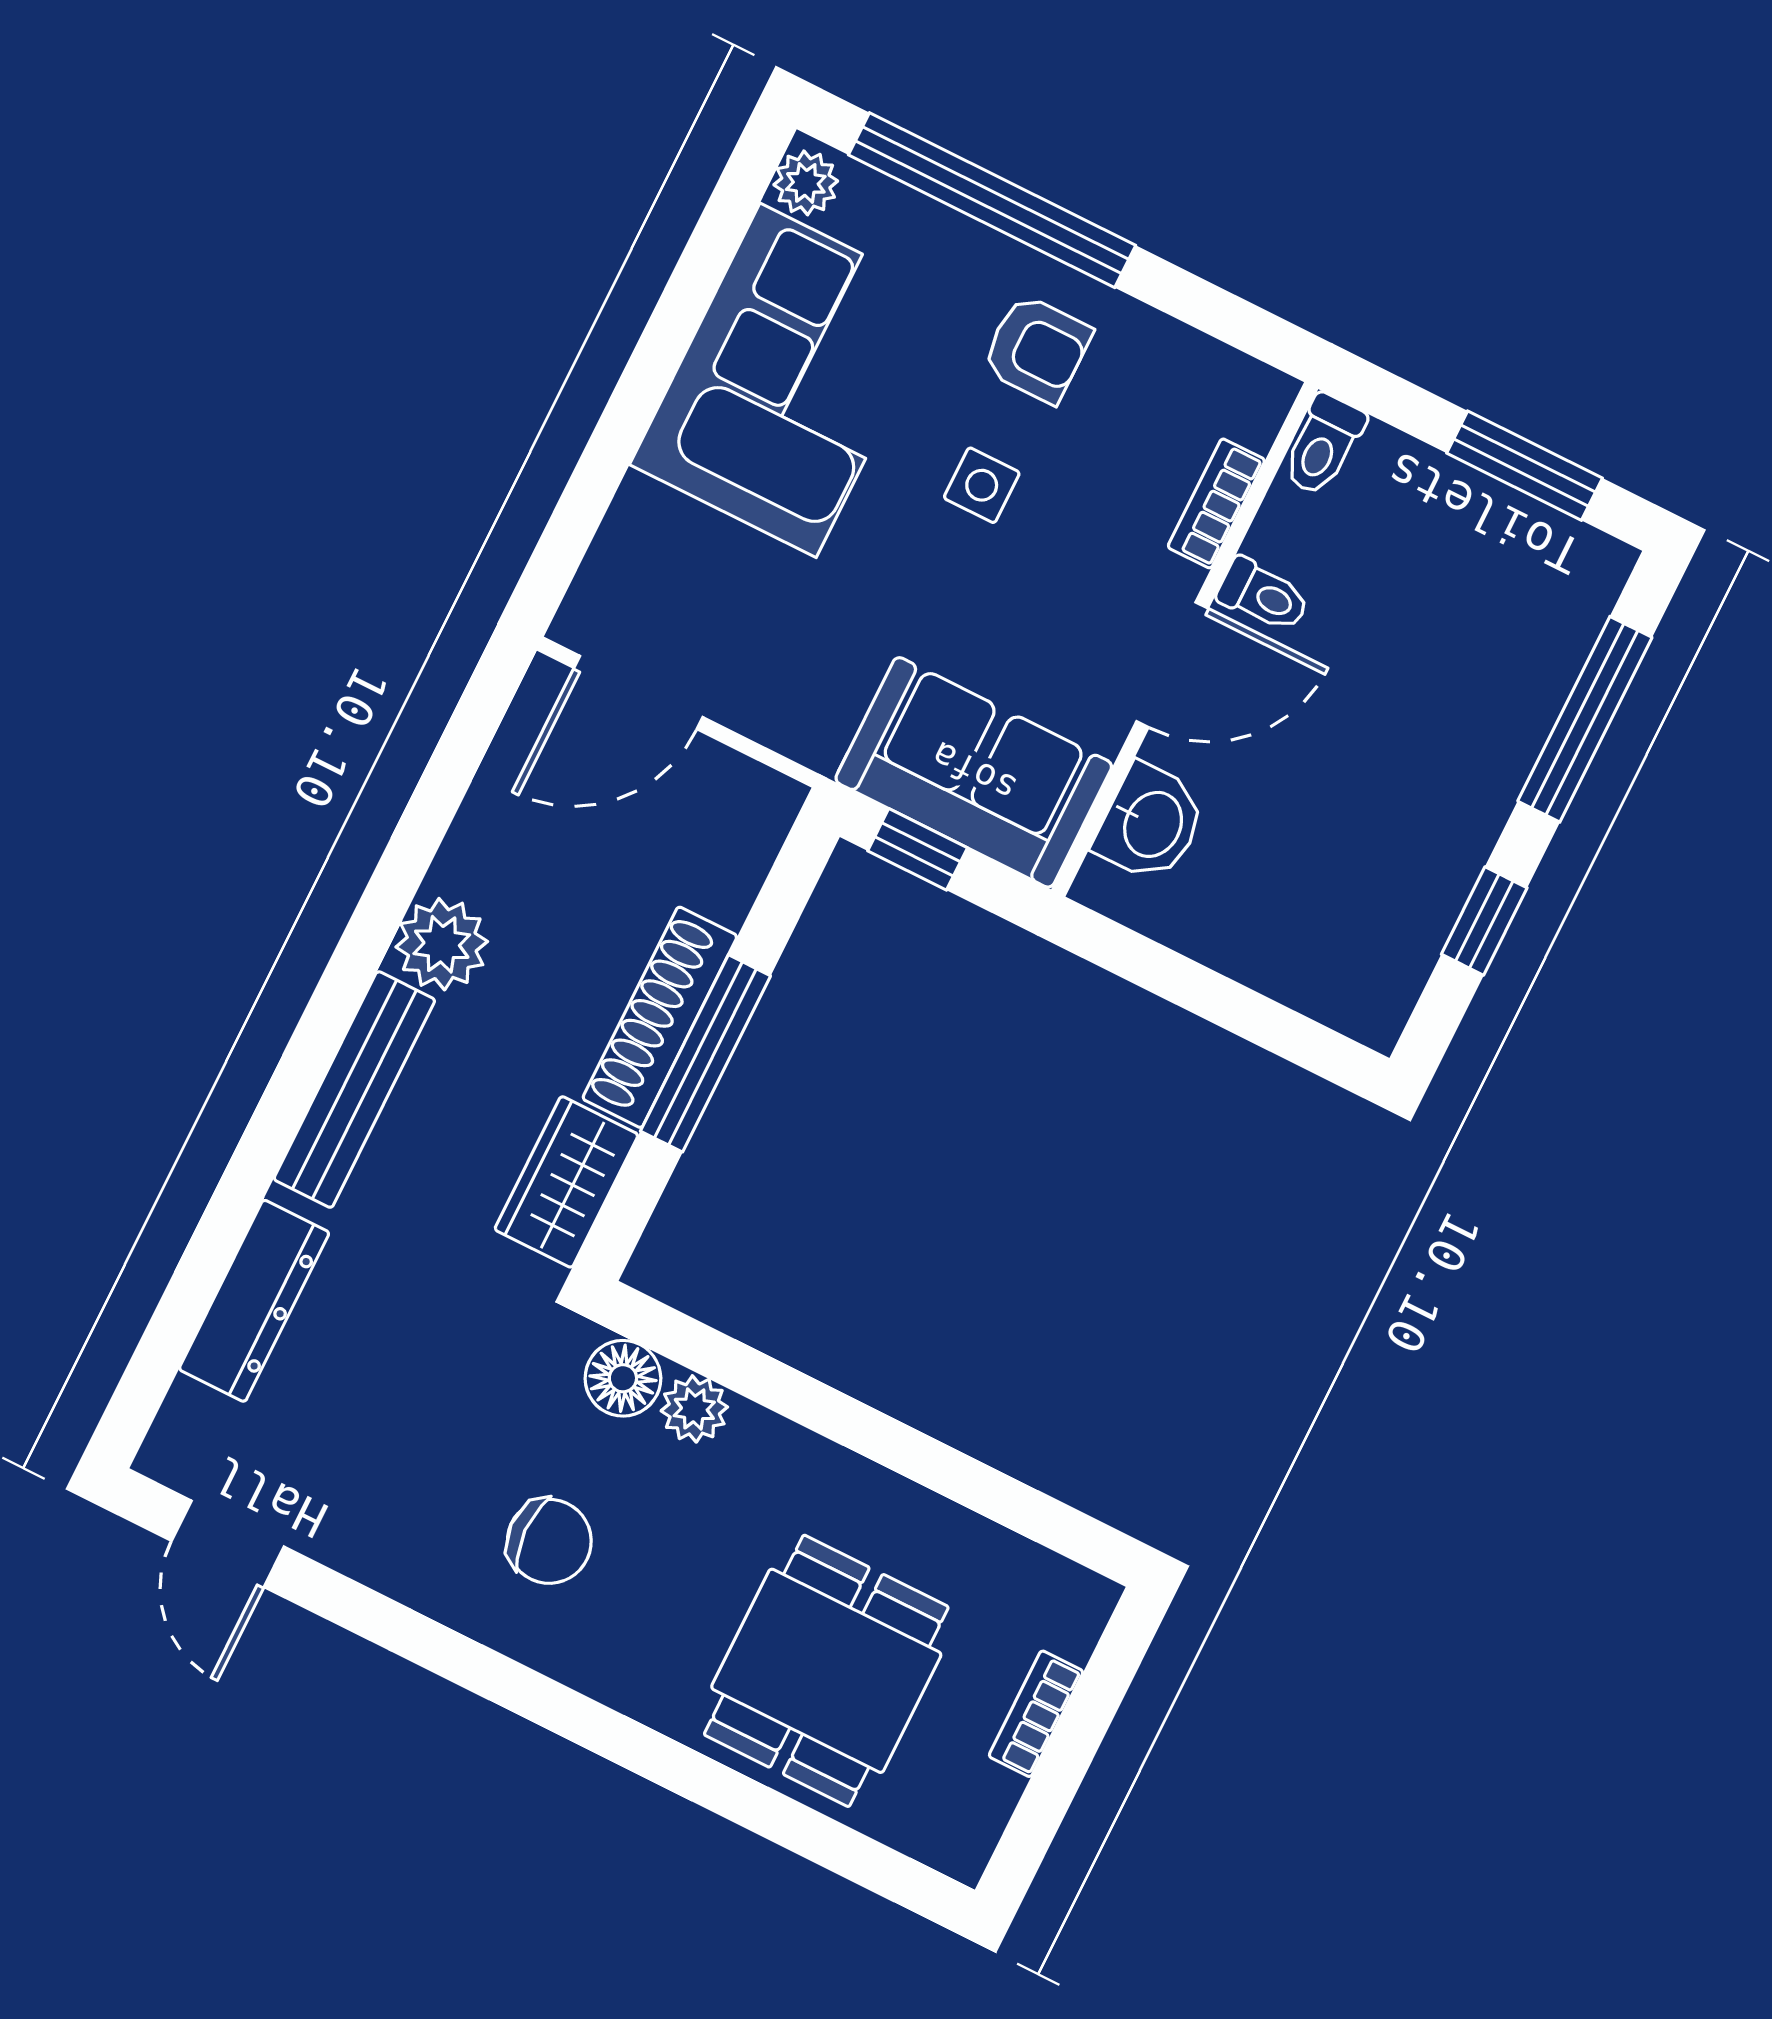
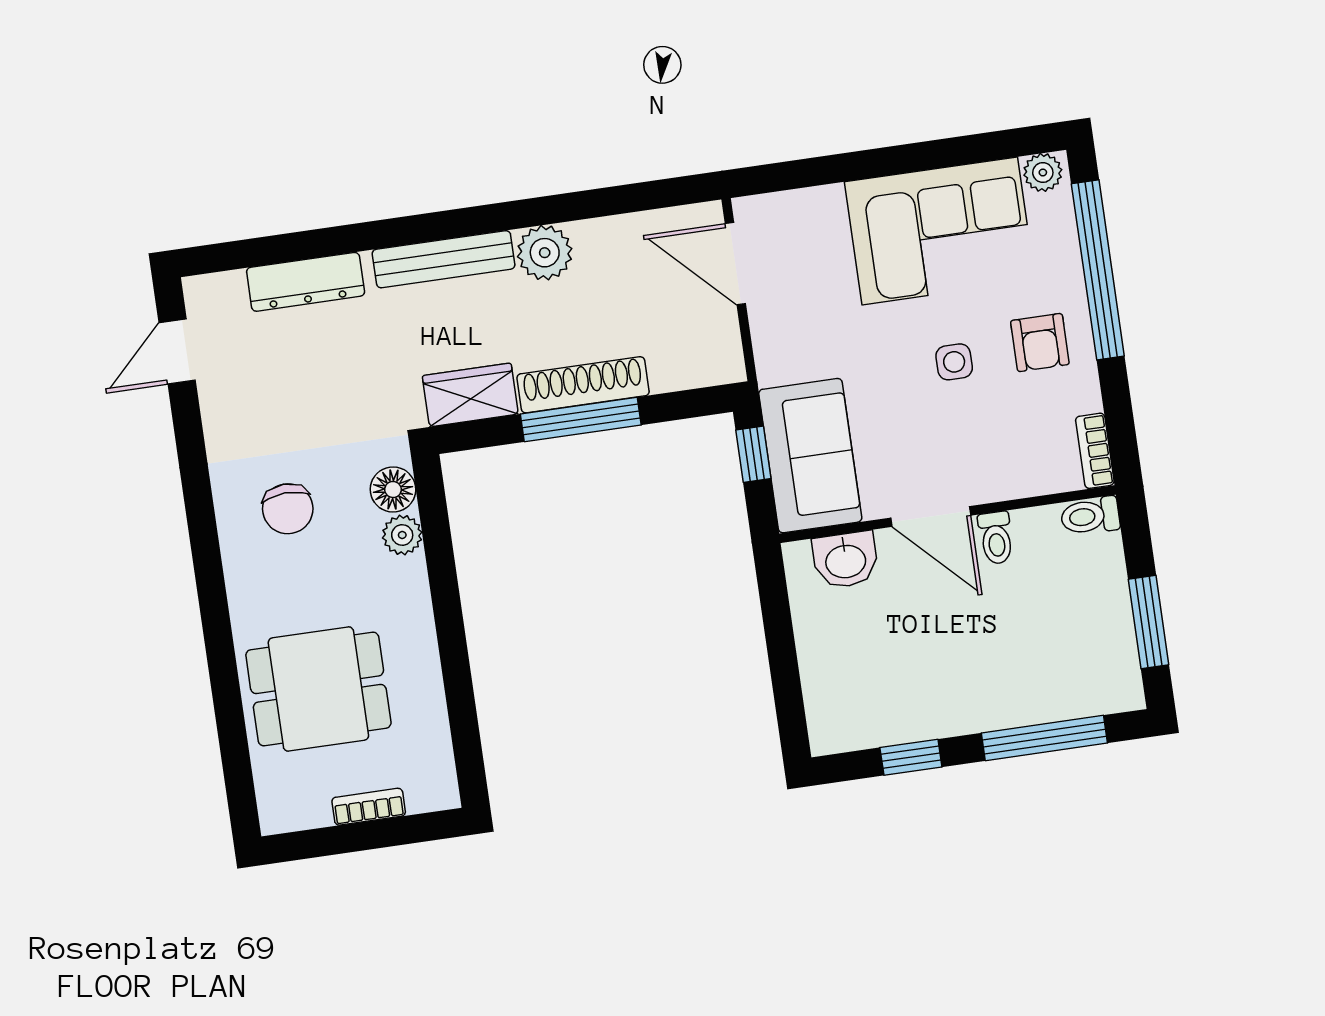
bookcase: (1216, 503) -> (1095, 451), moved, turned -90

